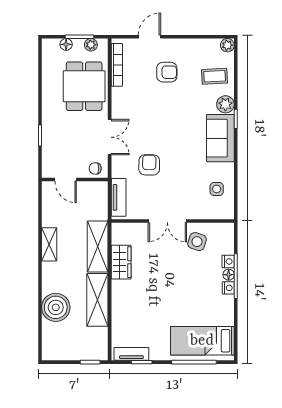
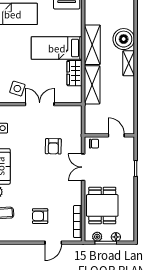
tv unit: (119, 197) -> (76, 122), removed
shelving: (49, 244) -> (129, 63), moved
bed: (145, 295) -> (57, 48), added

